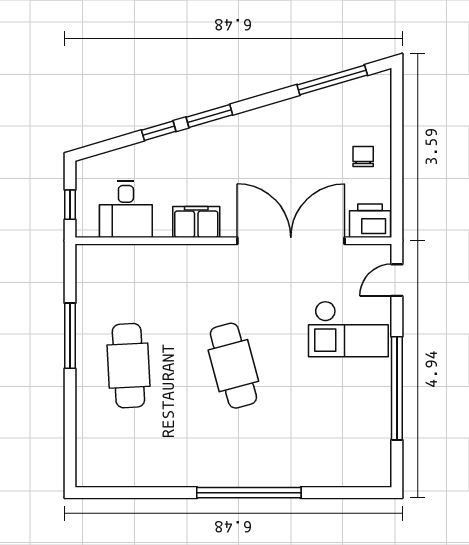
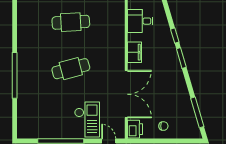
checkout: (348, 329) -> (87, 120), turned 180

